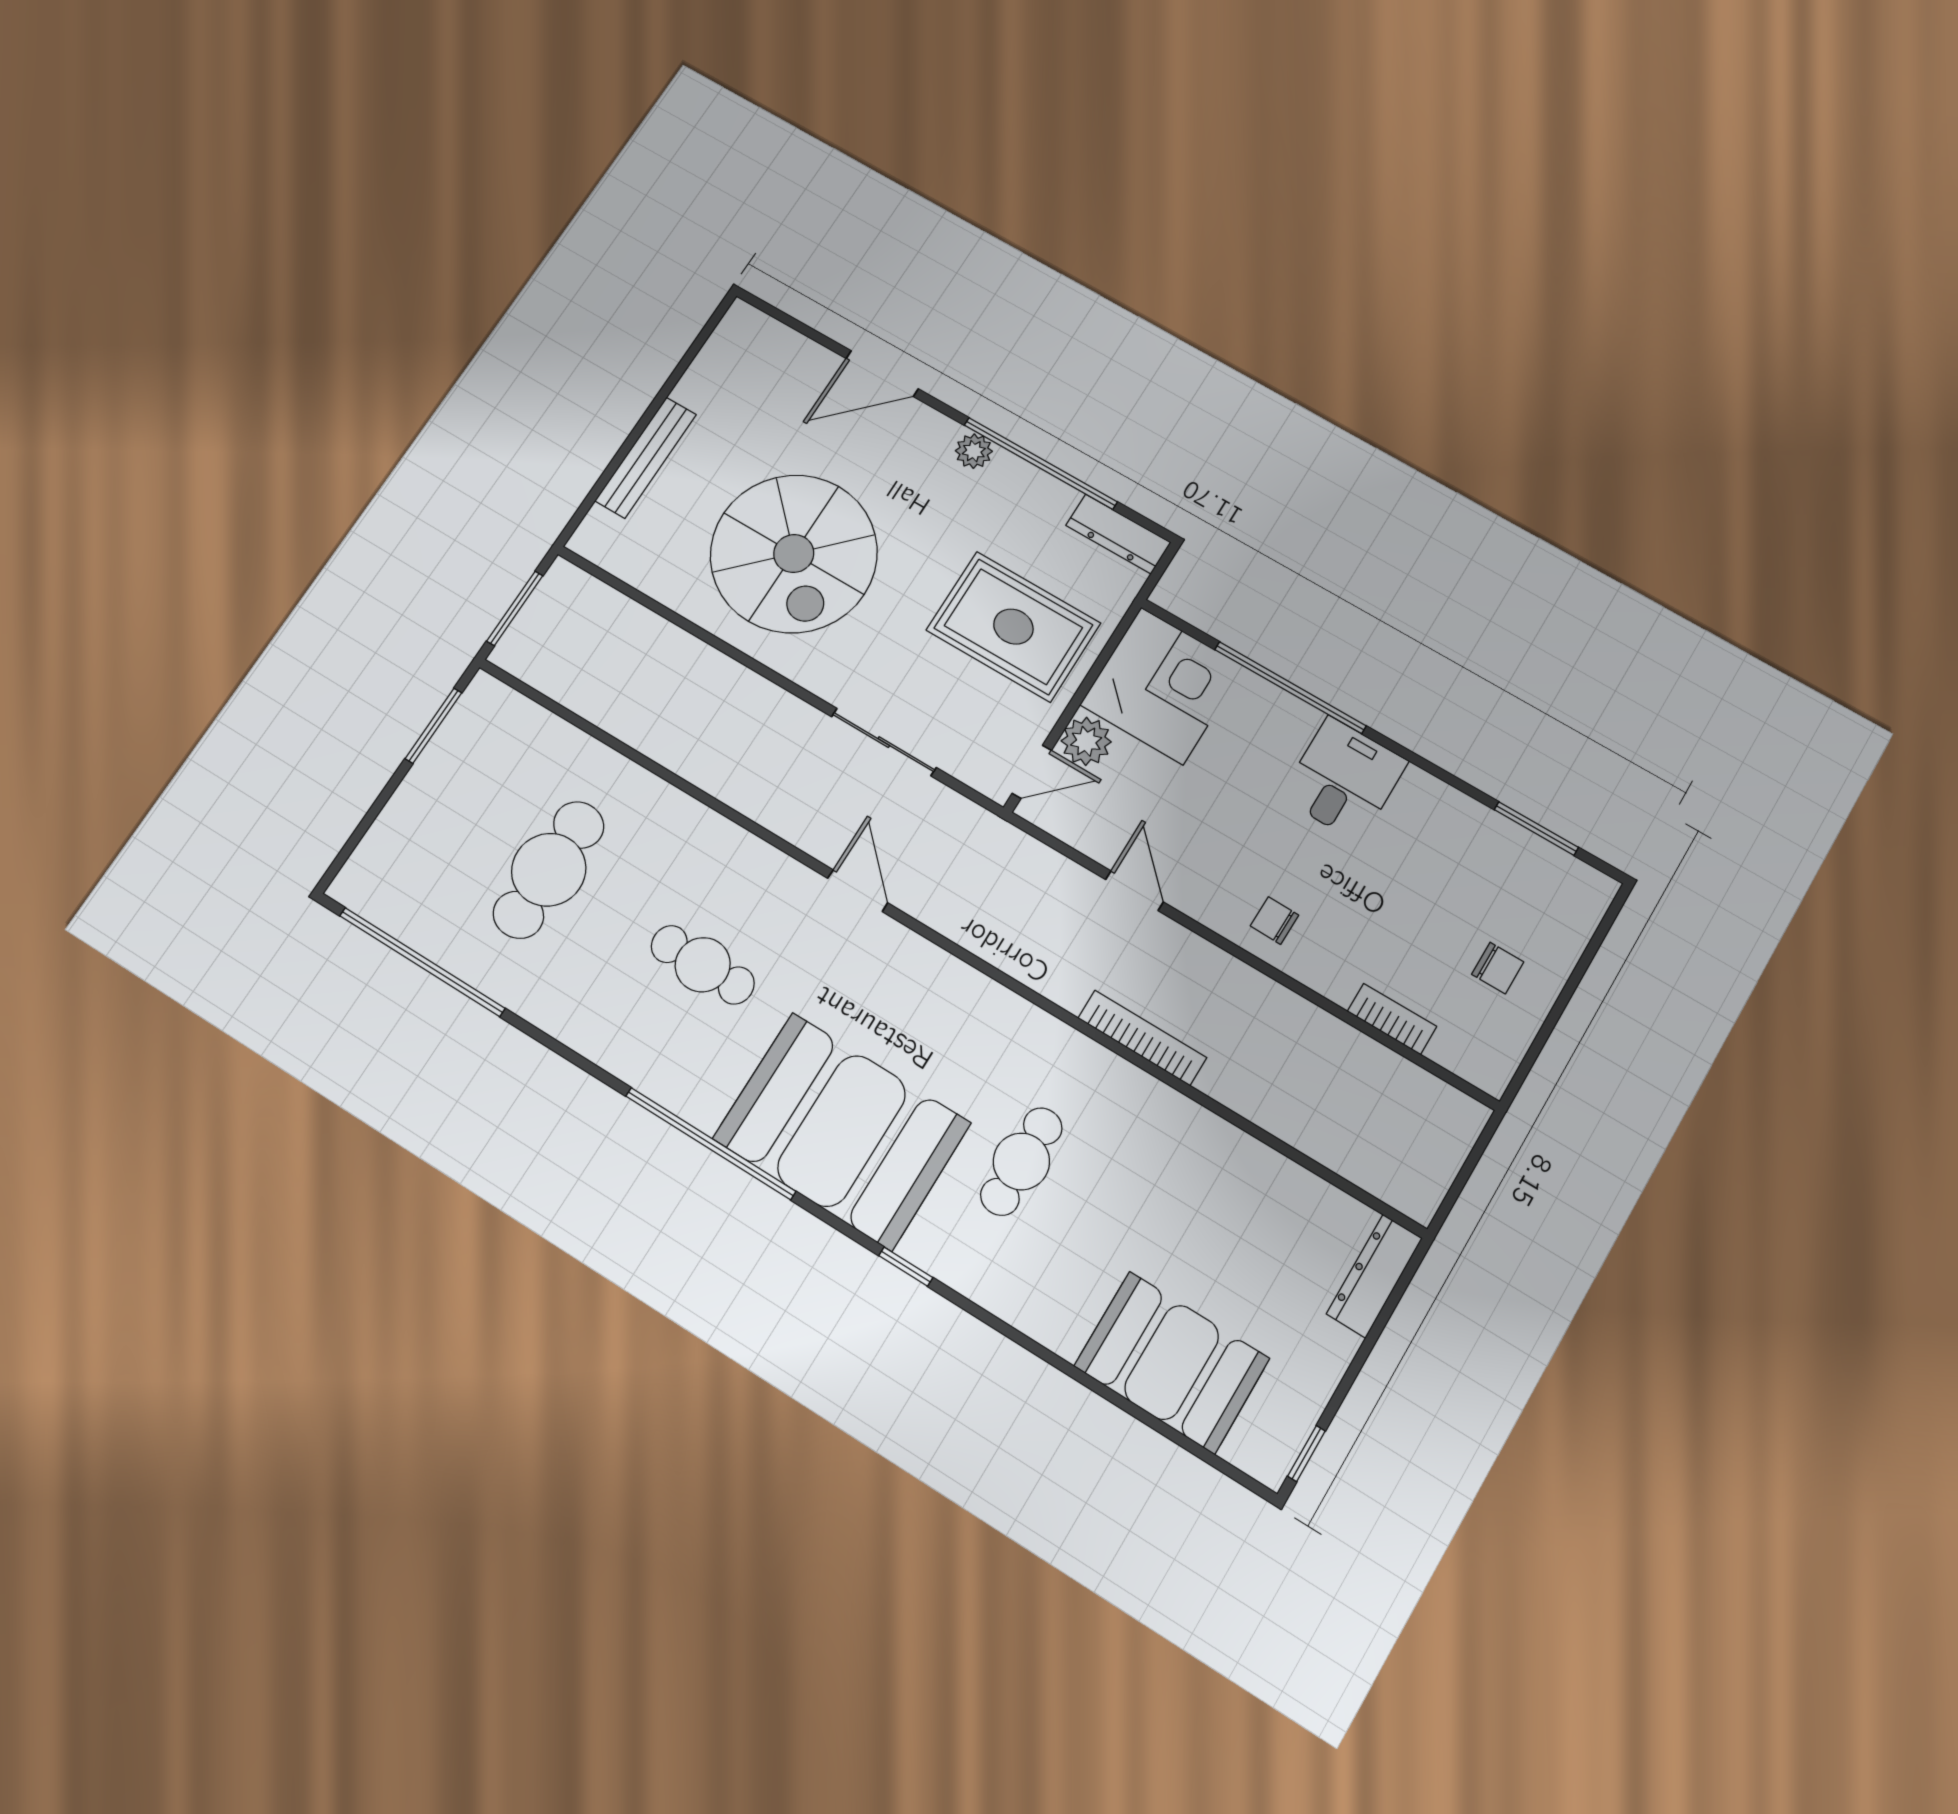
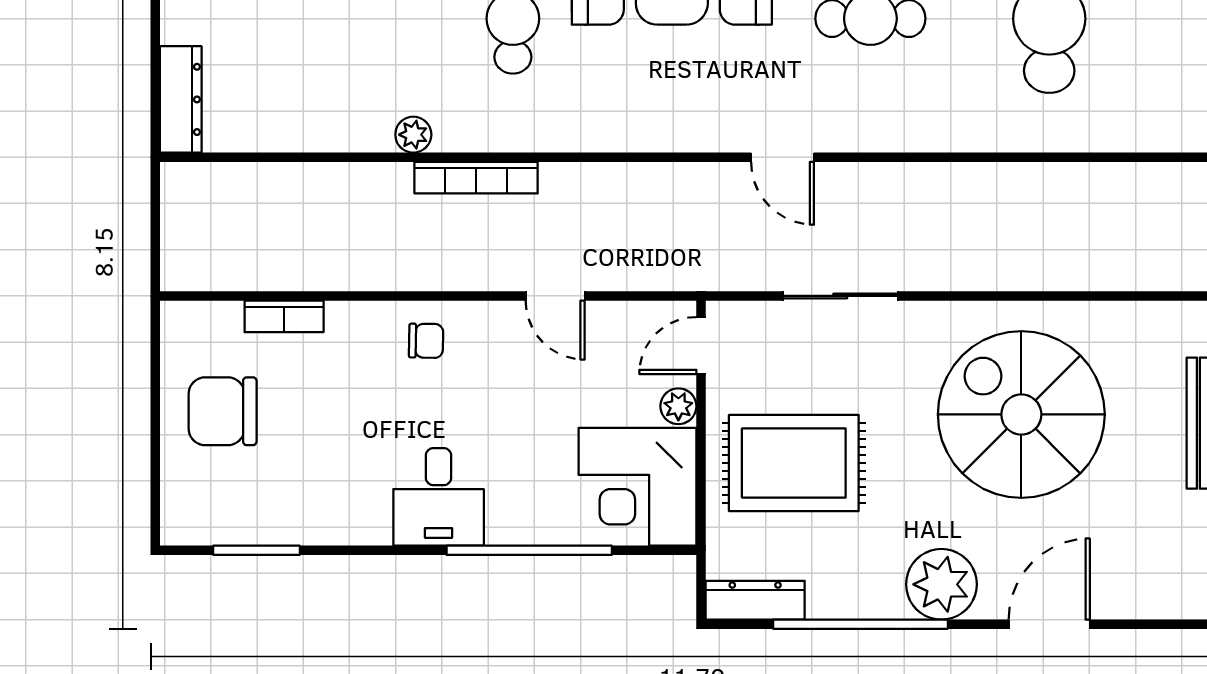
plant: (974, 451) -> (941, 584), width x1.88, depth x1.88
plant: (1086, 741) -> (678, 406), width x0.73, depth x0.73
chair: (1498, 968) -> (223, 411), width x1.87, depth x1.87
plant: (1176, 1111) -> (413, 135), added

